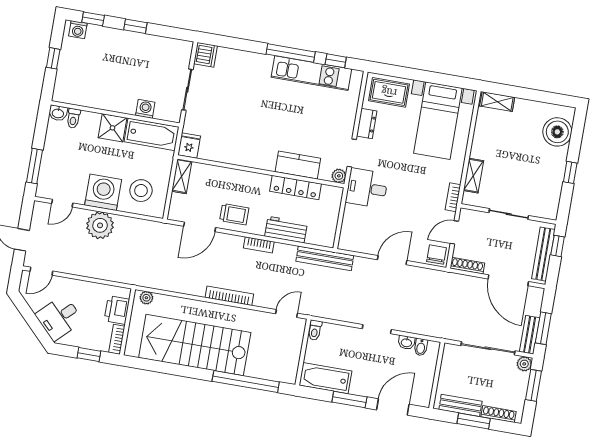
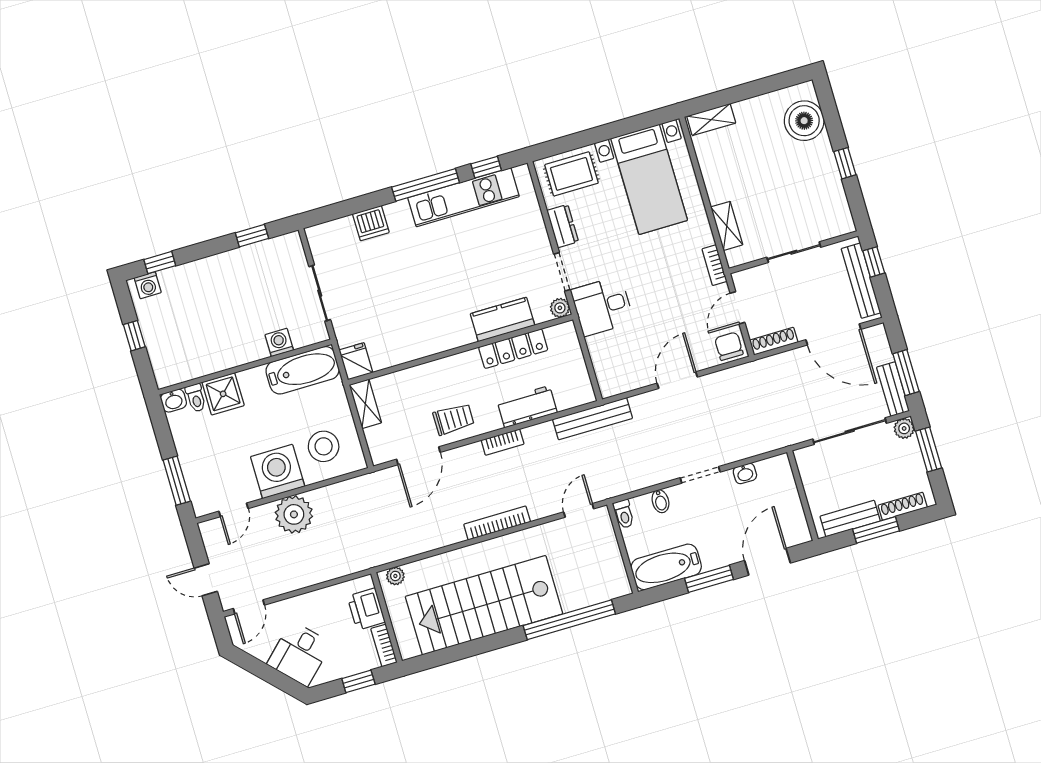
window: (135, 26) -> (252, 236), moved
dishwasher: (206, 55) -> (371, 223), moved, turned 90
shower: (112, 128) -> (223, 394), moved
bidet: (421, 347) -> (660, 501), moved

